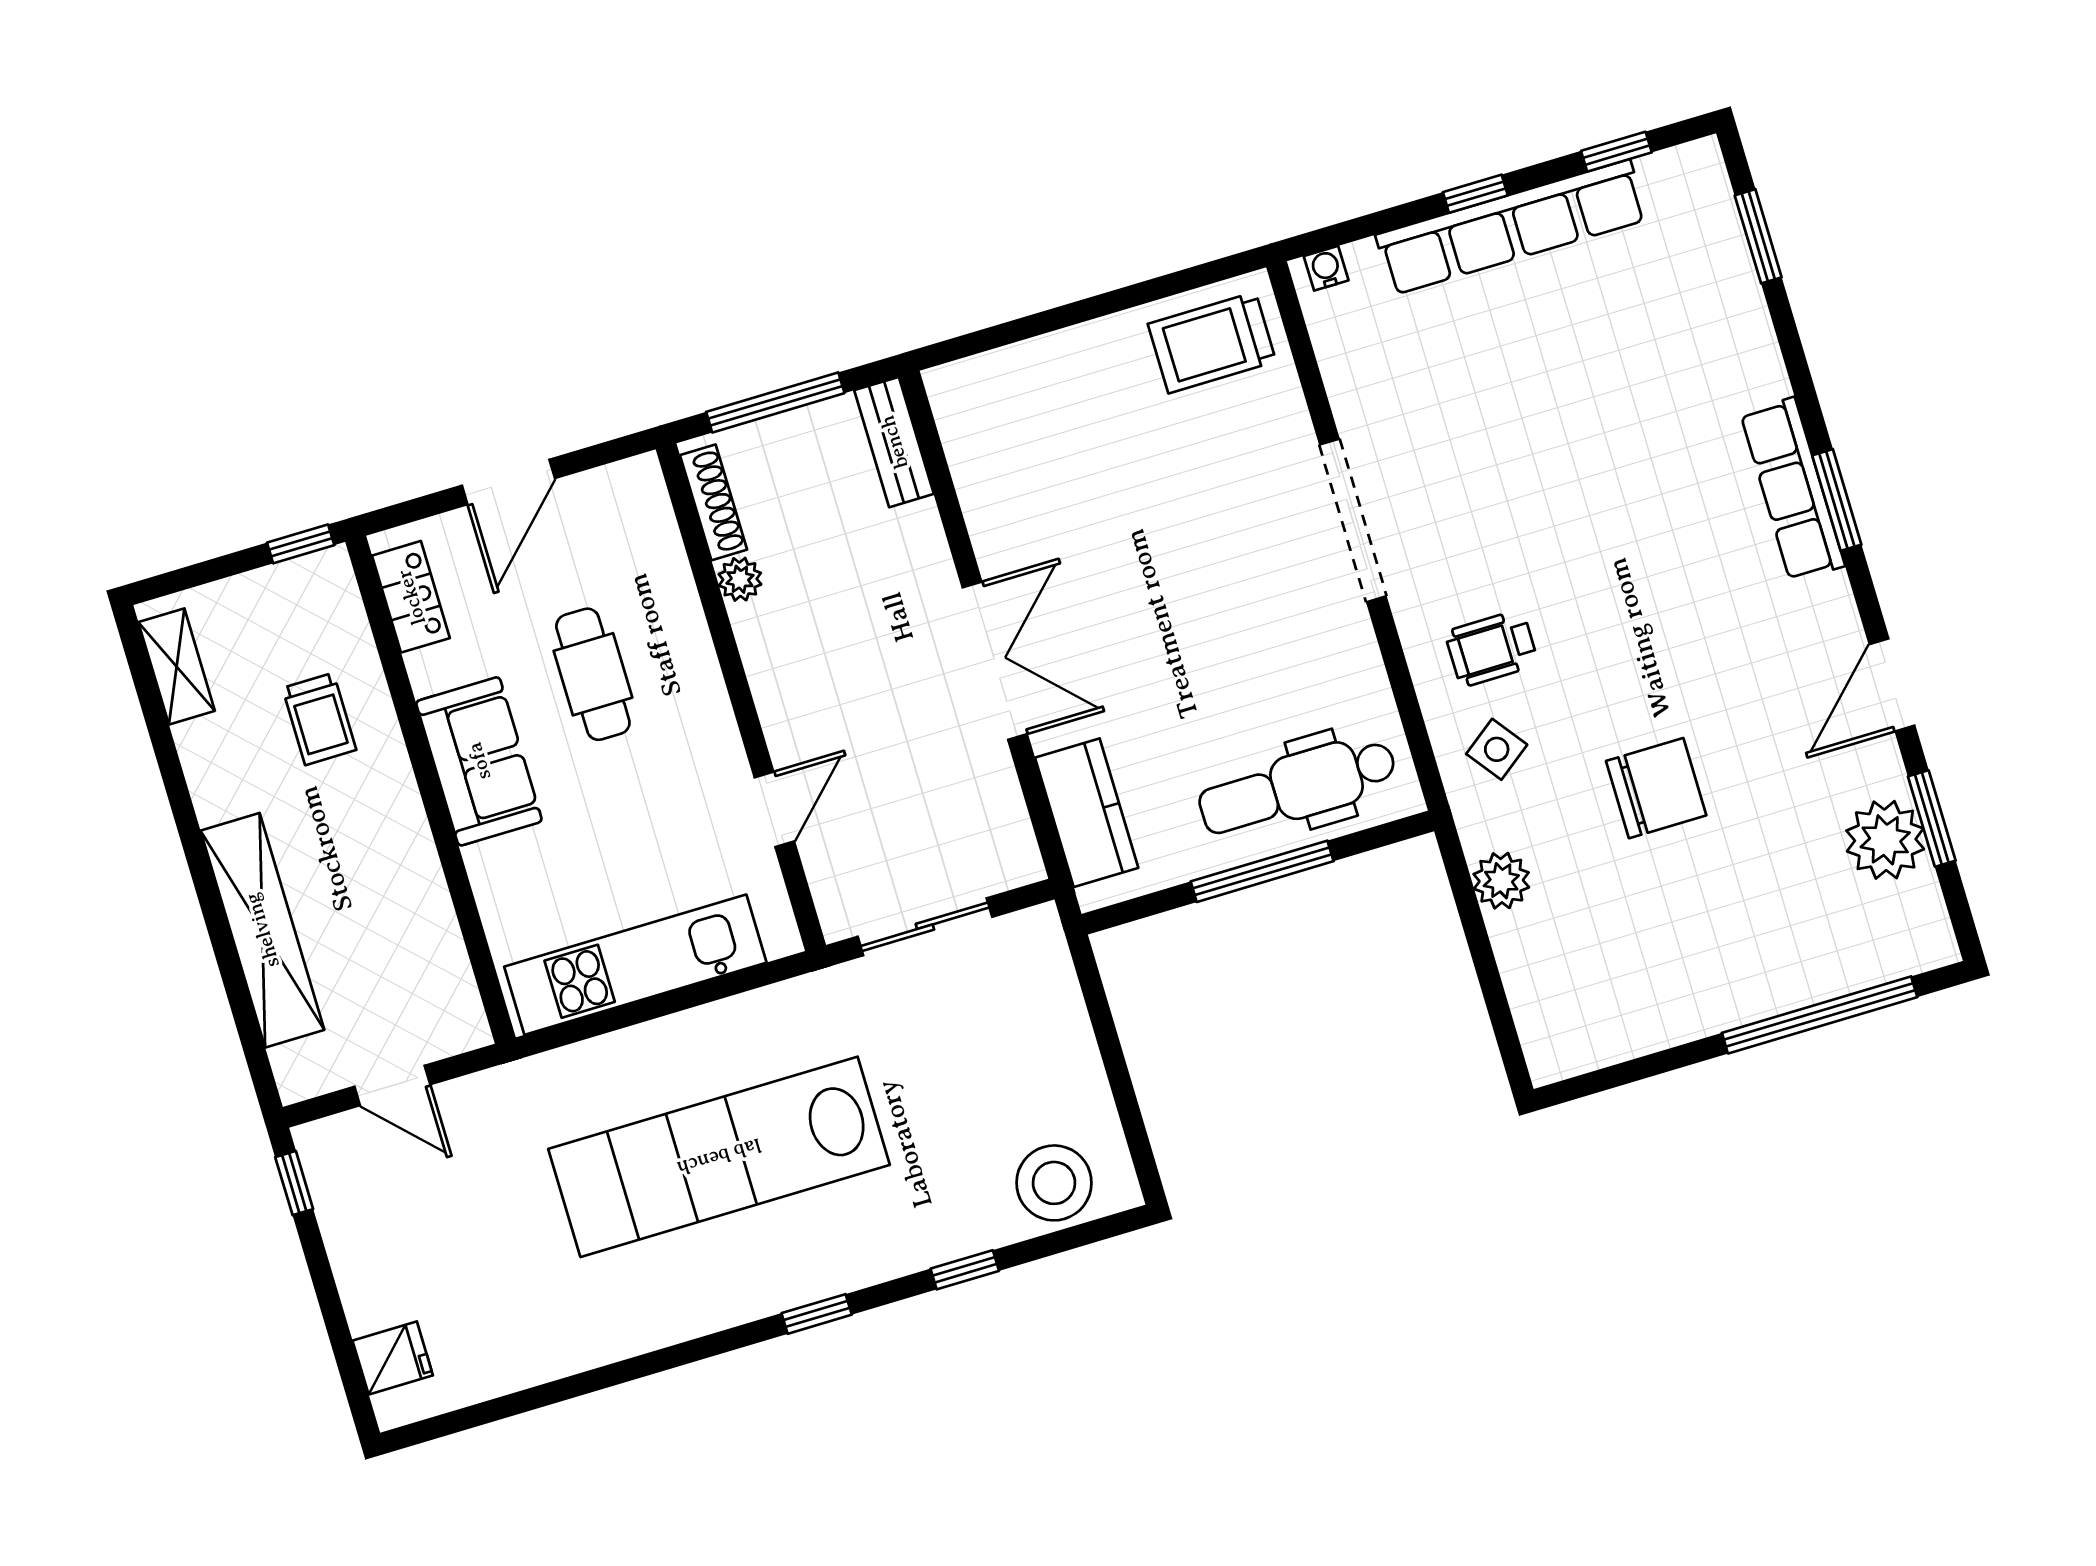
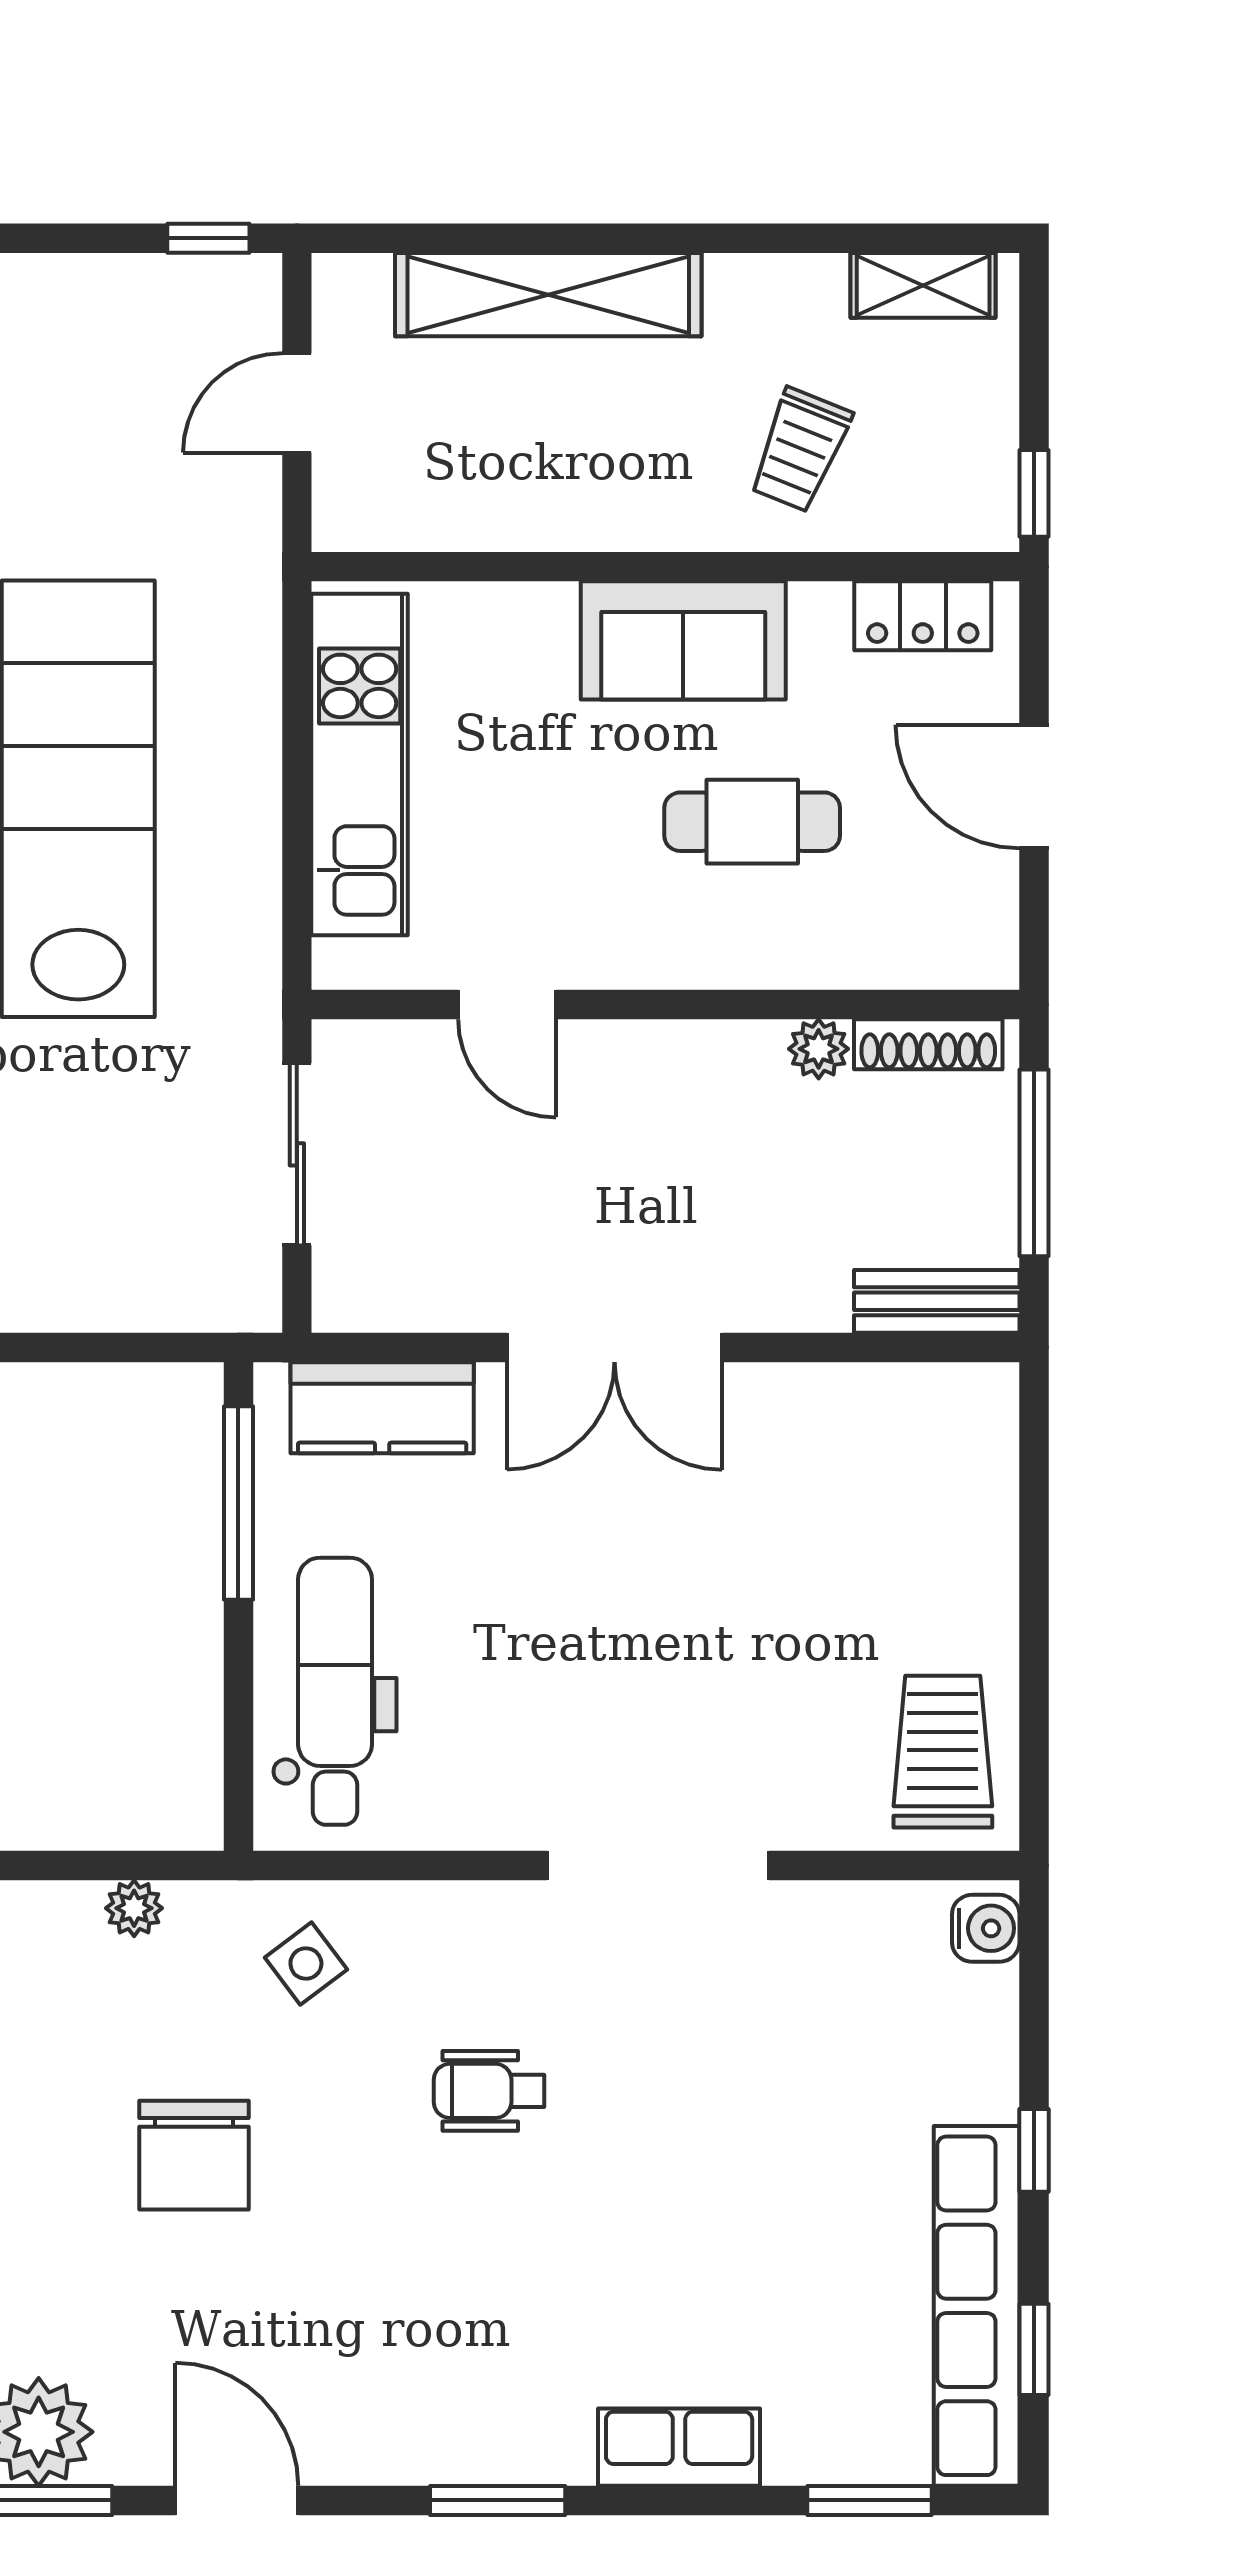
row of seats: (1511, 227) -> (977, 2306), moved
water cooler: (1326, 268) -> (986, 1928), width x1.38, depth x1.38
row of seats: (1793, 489) -> (679, 2447), moved, width x0.68
wheelchair: (1492, 648) -> (489, 2091), moved, turned -90
trolley: (319, 719) -> (800, 450), turned -68
window: (1262, 871) -> (238, 1503), moved
plant: (1501, 881) -> (134, 1908), width x0.73, depth x0.73

